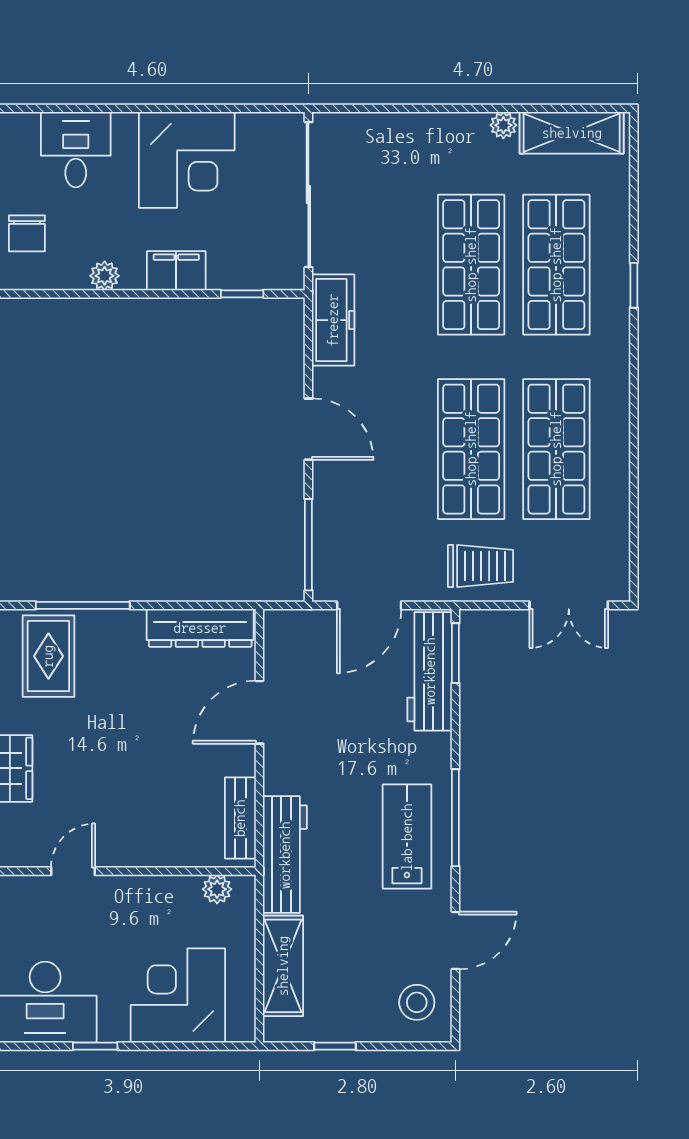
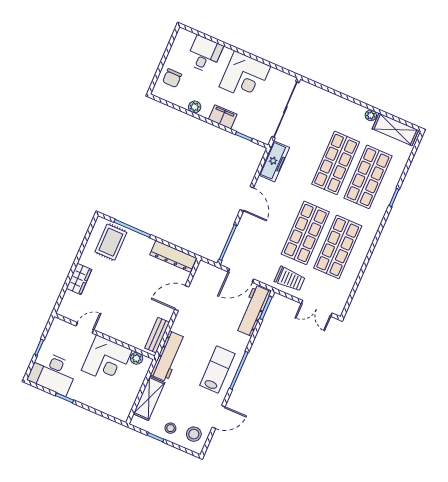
corner desk: (178, 995) -> (107, 360), moved, turned 180
stool: (359, 1012) -> (170, 428), added

